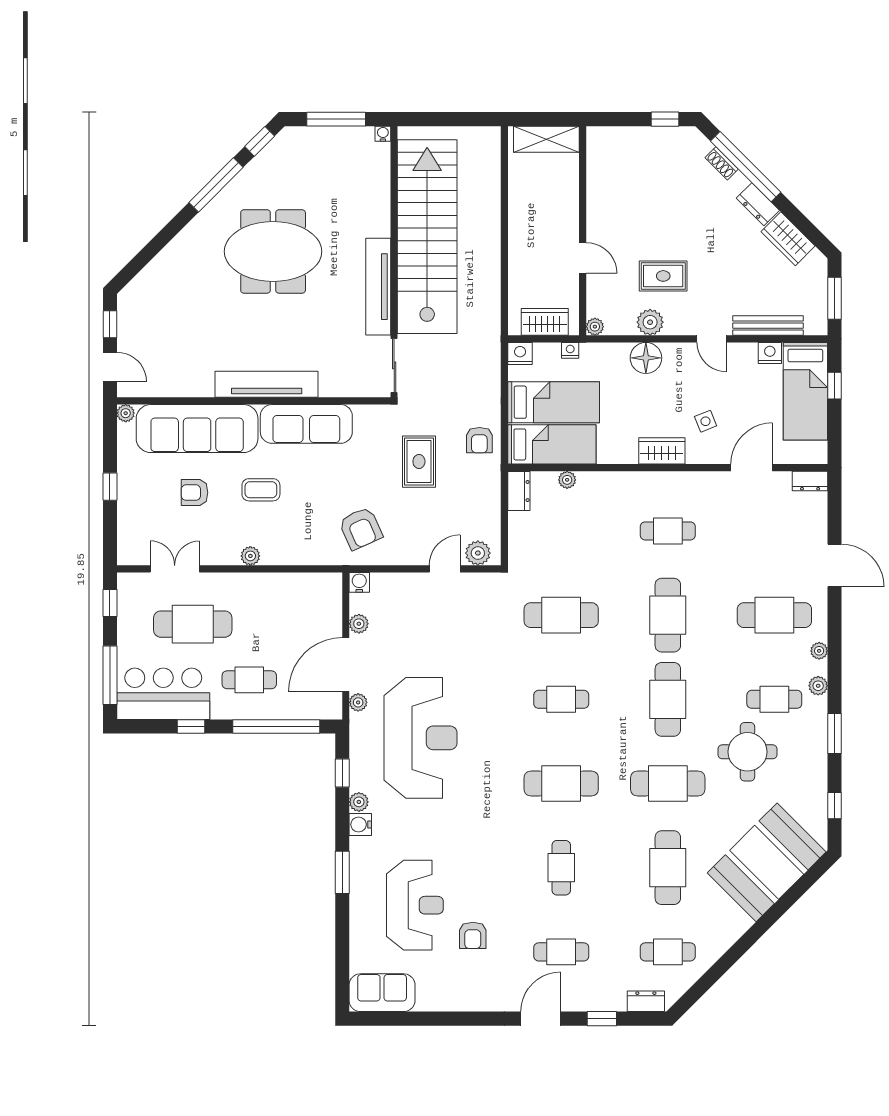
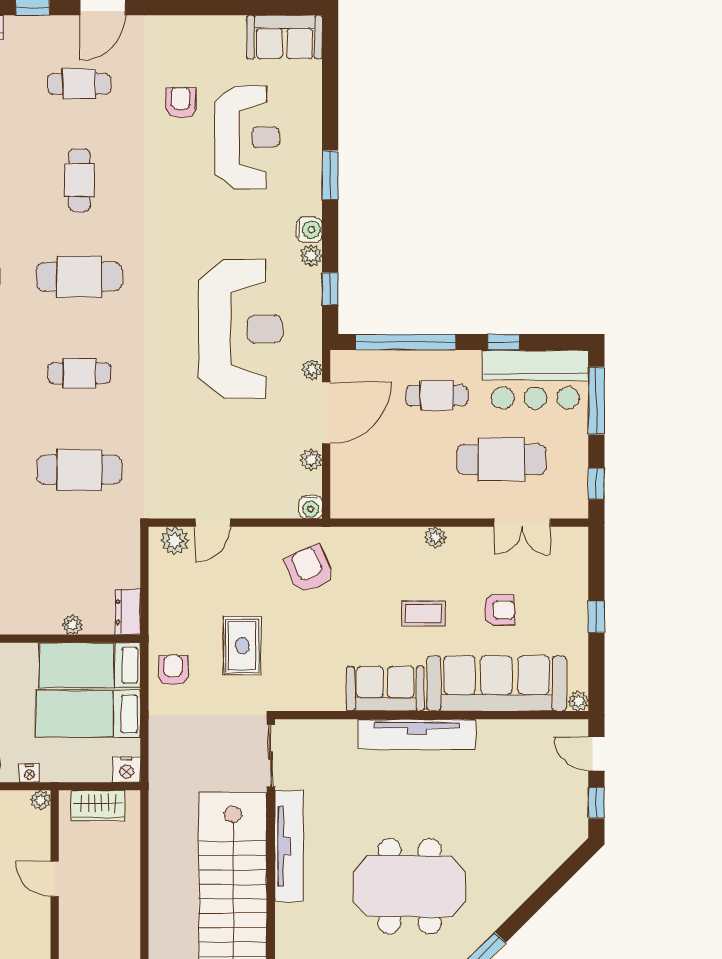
nightstand: (570, 350) -> (29, 773), moved
sofa: (306, 424) -> (385, 689), width x0.73
reception desk: (420, 738) -> (241, 329), turned 180
reception desk: (415, 905) -> (247, 137), turned 180

